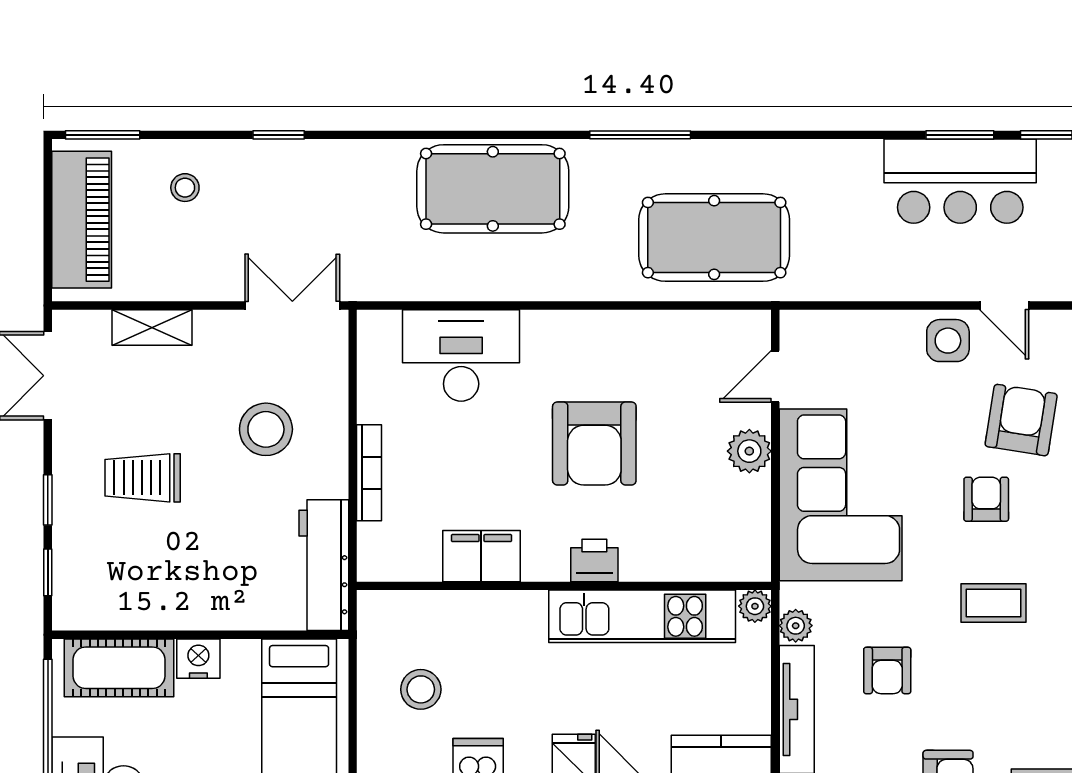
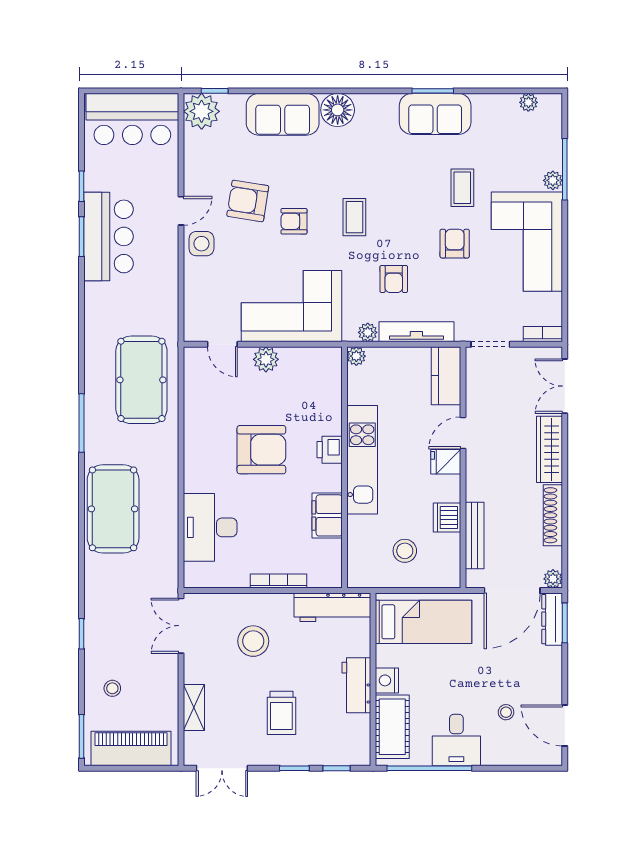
workbench: (190, 606) -> (356, 685), added
kitchen unit: (642, 616) -> (362, 460), moved
armchair: (887, 670) -> (394, 279), turned 90

